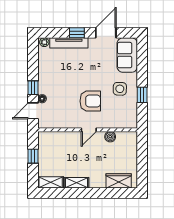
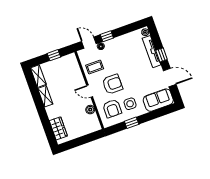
armchair: (90, 101) -> (112, 84), turned -90
armchair: (118, 111) -> (112, 108), added
coffee table: (63, 114) -> (95, 67), added

